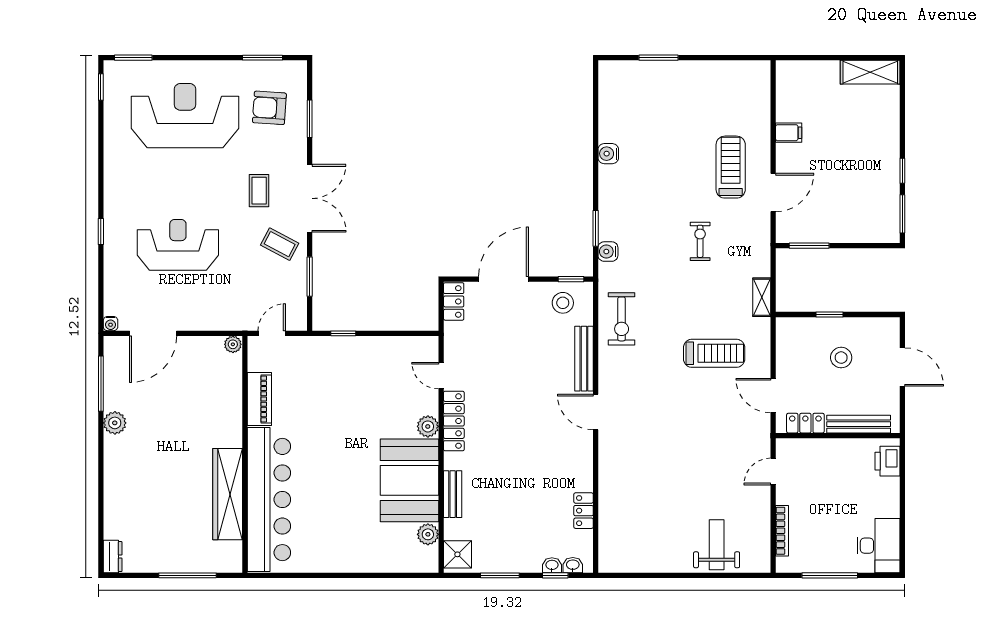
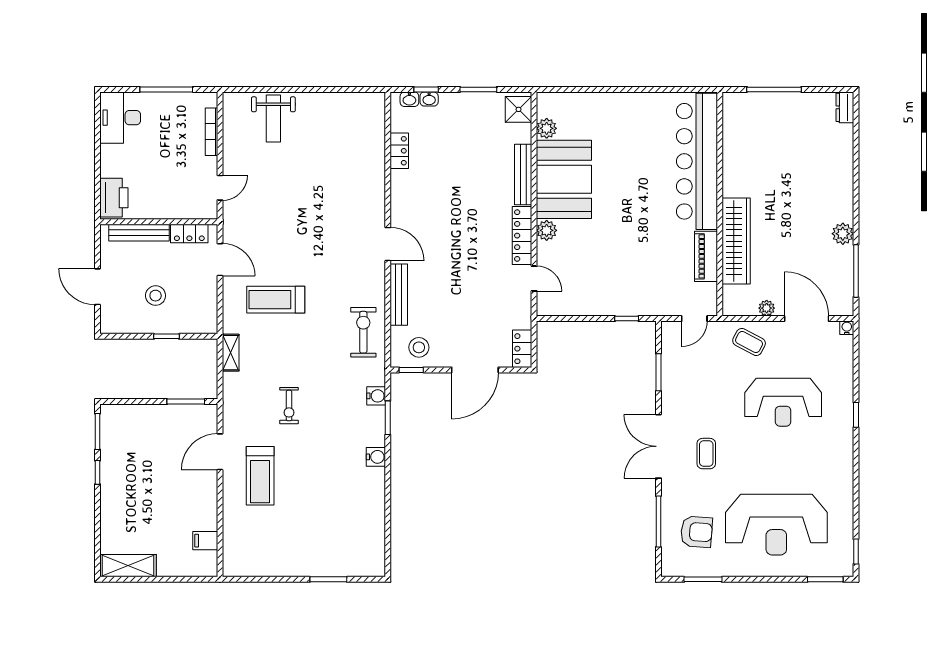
window: (310, 119) -> (658, 522), width x1.44
filing cabinet: (789, 133) -> (205, 541), moved
water cooler: (608, 154) -> (376, 457), moved
coffee table: (280, 244) -> (749, 342), moved
door: (153, 333) -> (807, 319), hinge flipped
plant: (233, 344) -> (767, 308), moved
printer: (888, 461) -> (114, 198), width x1.37, depth x1.19
wardrobe: (228, 494) -> (736, 241), moved
bench: (453, 494) -> (523, 174), width x1.36

